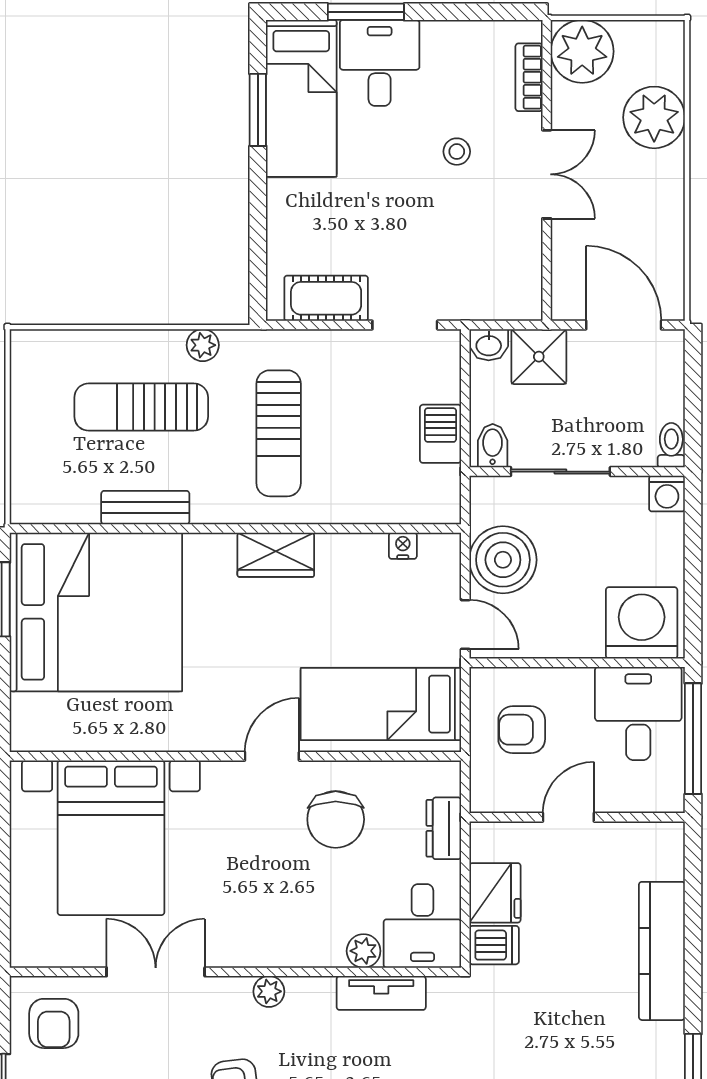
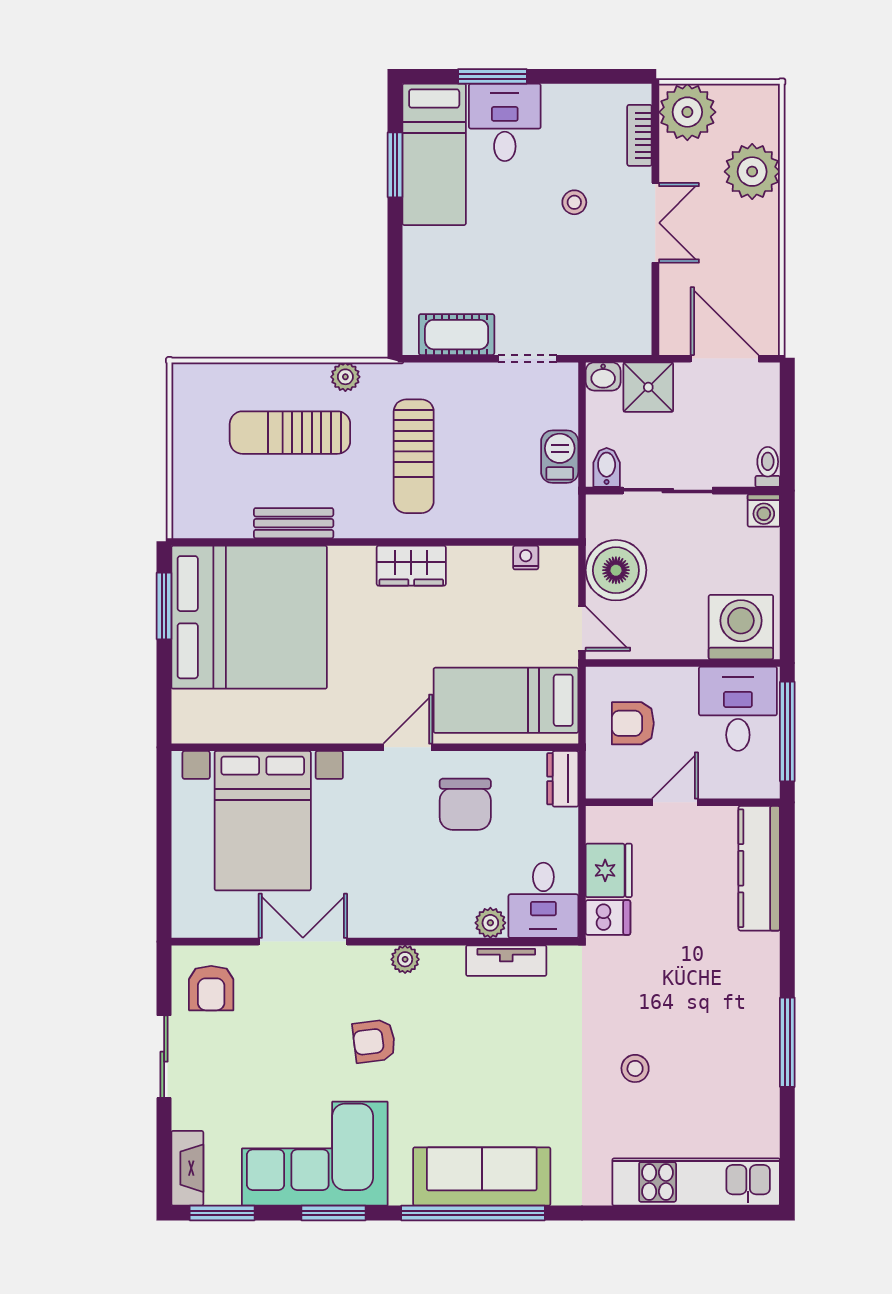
dresser: (444, 828) -> (563, 779), moved
kitchen counter: (662, 951) -> (759, 868), moved

